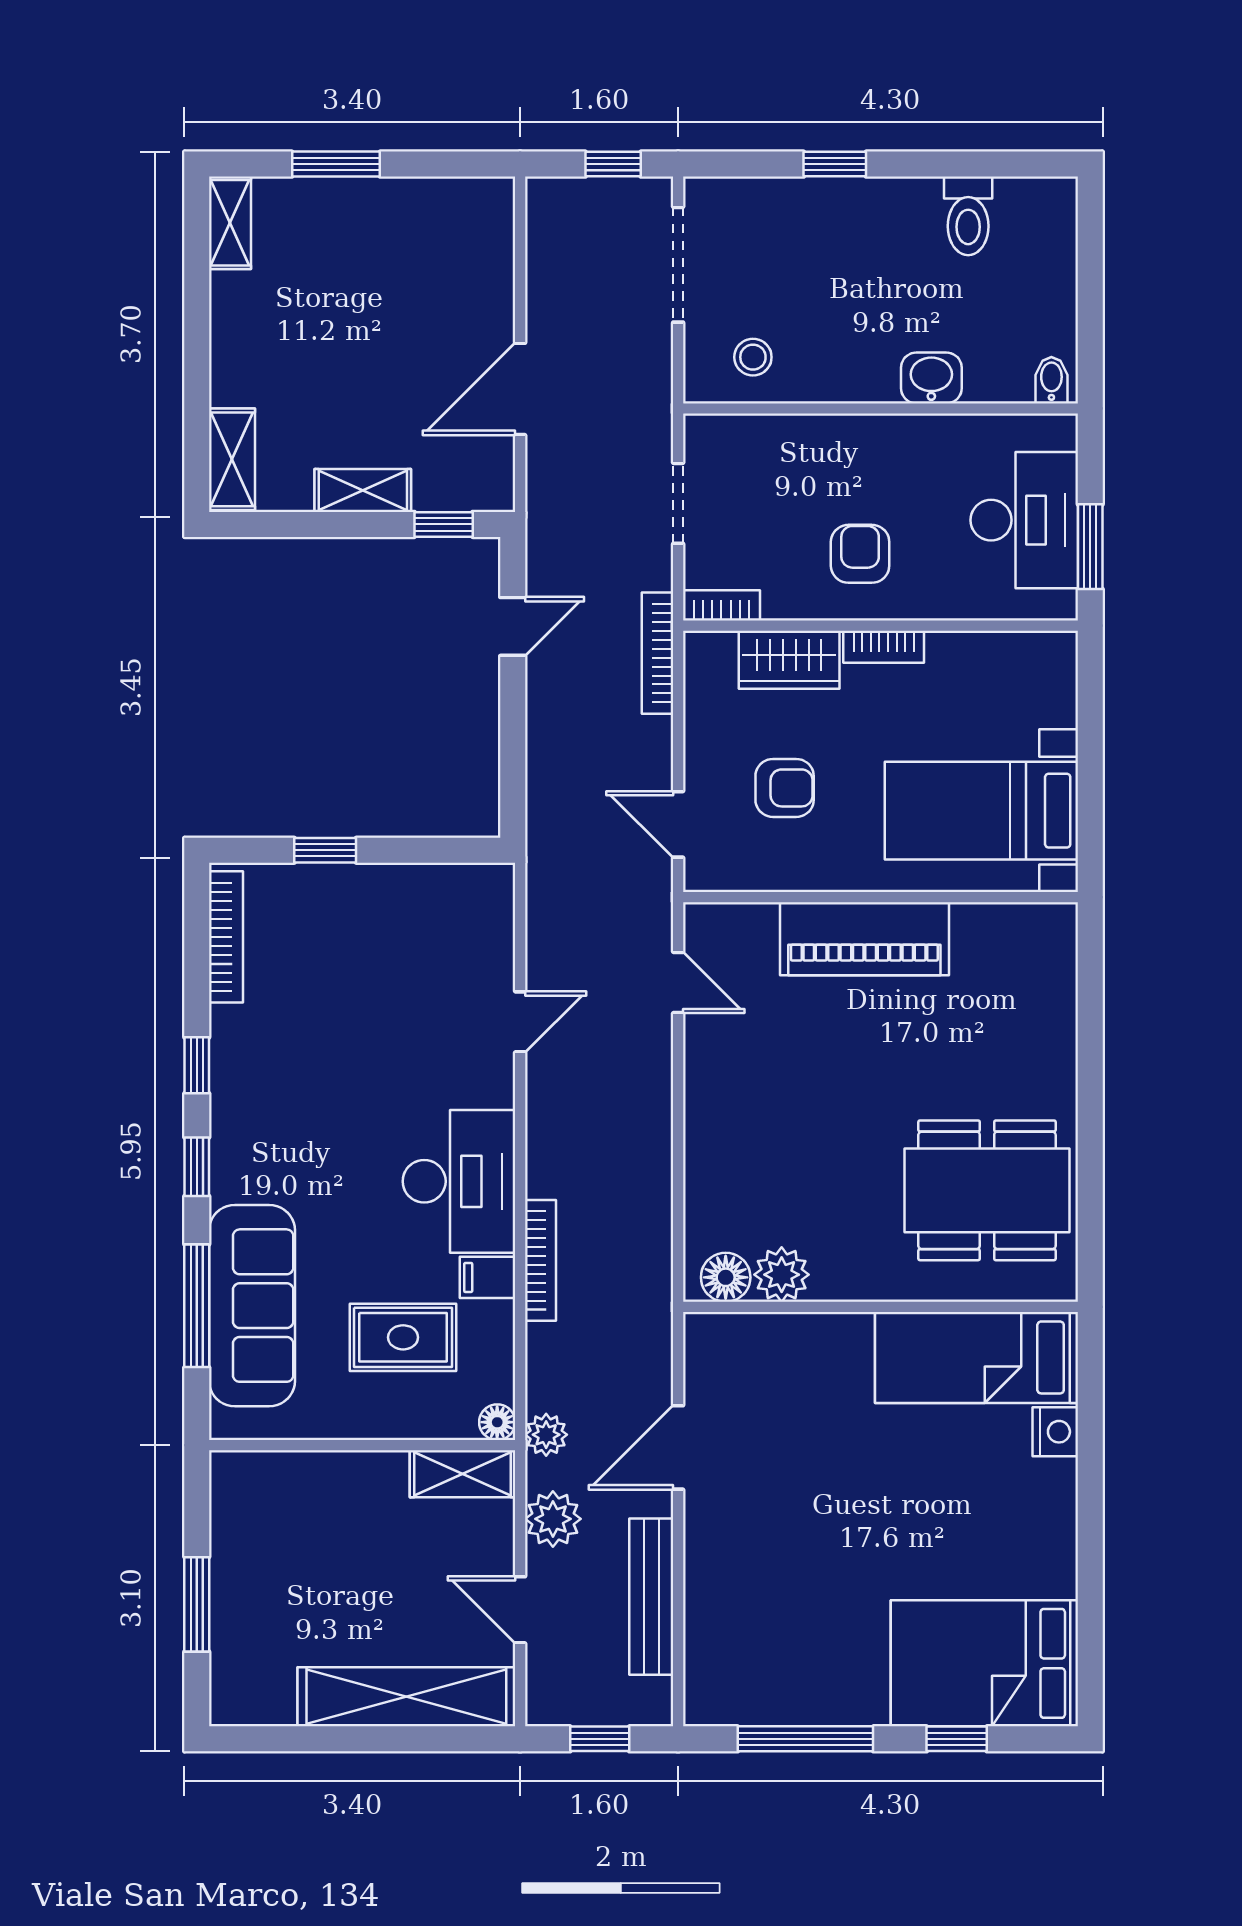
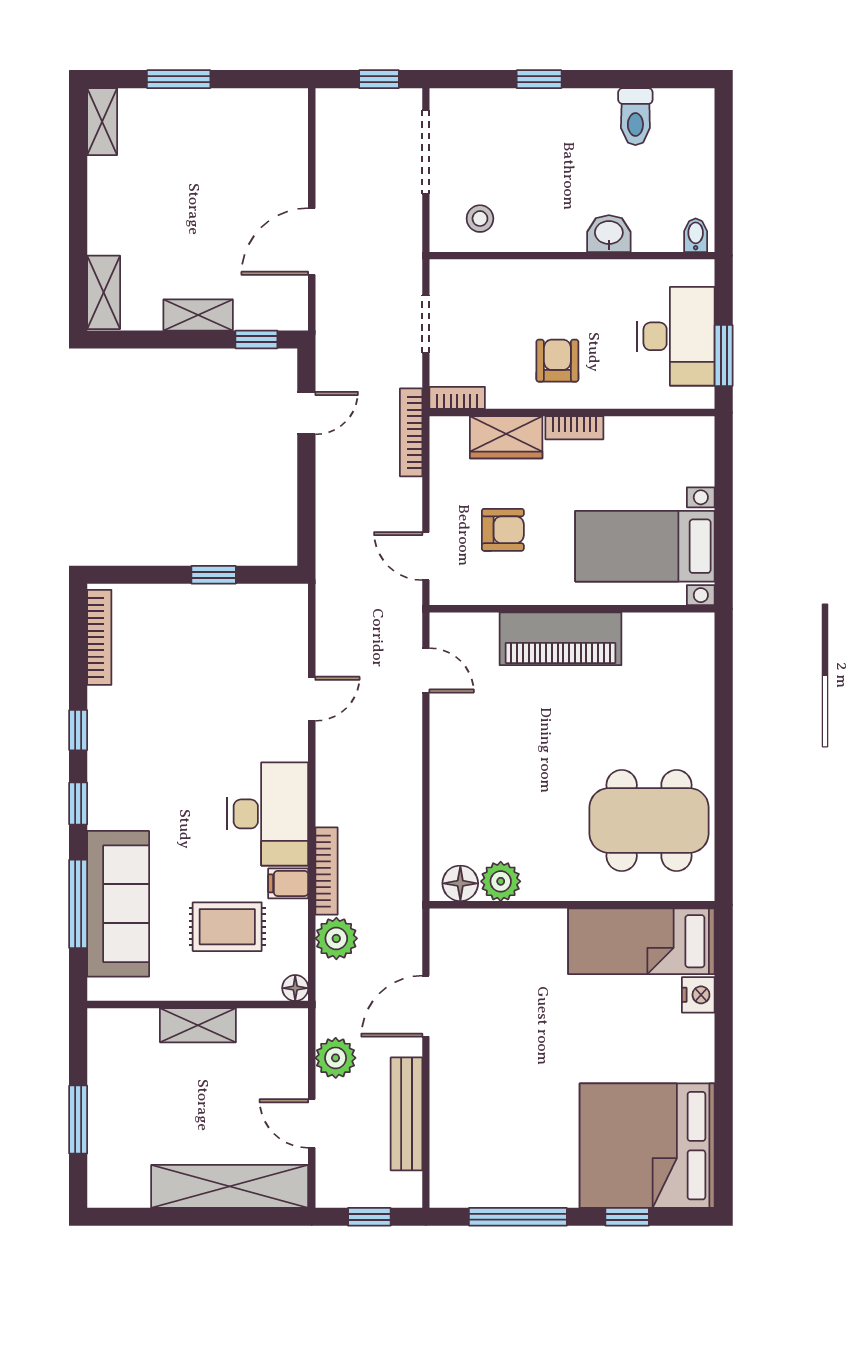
window: (325, 850) -> (214, 575), moved
plant: (546, 1435) -> (336, 938), moved, width x1.38, depth x1.38
shelving: (463, 1474) -> (198, 1025), moved
bed: (984, 1663) -> (647, 1146), width x1.36

